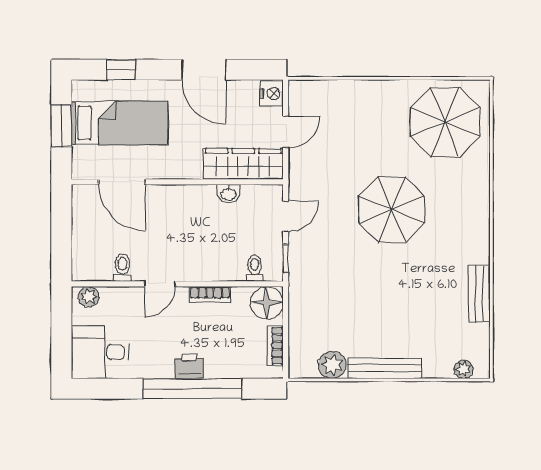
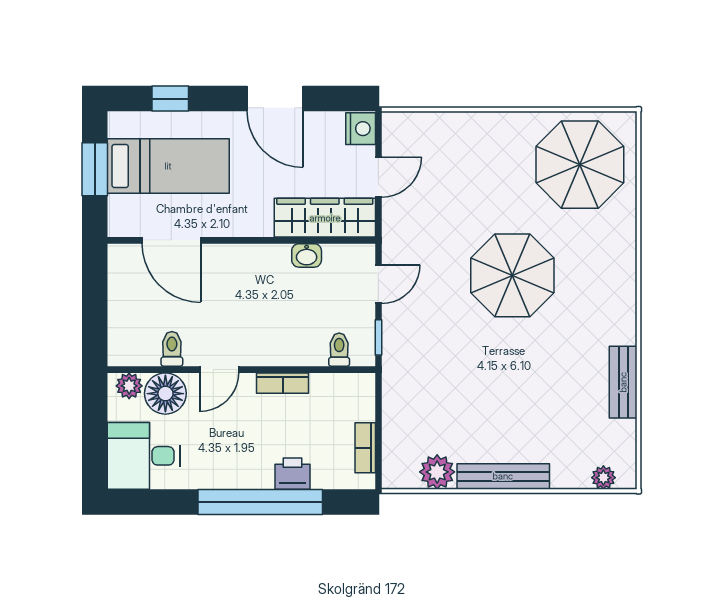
floor lamp: (267, 303) -> (165, 394), moved
printer: (189, 366) -> (292, 474), moved

